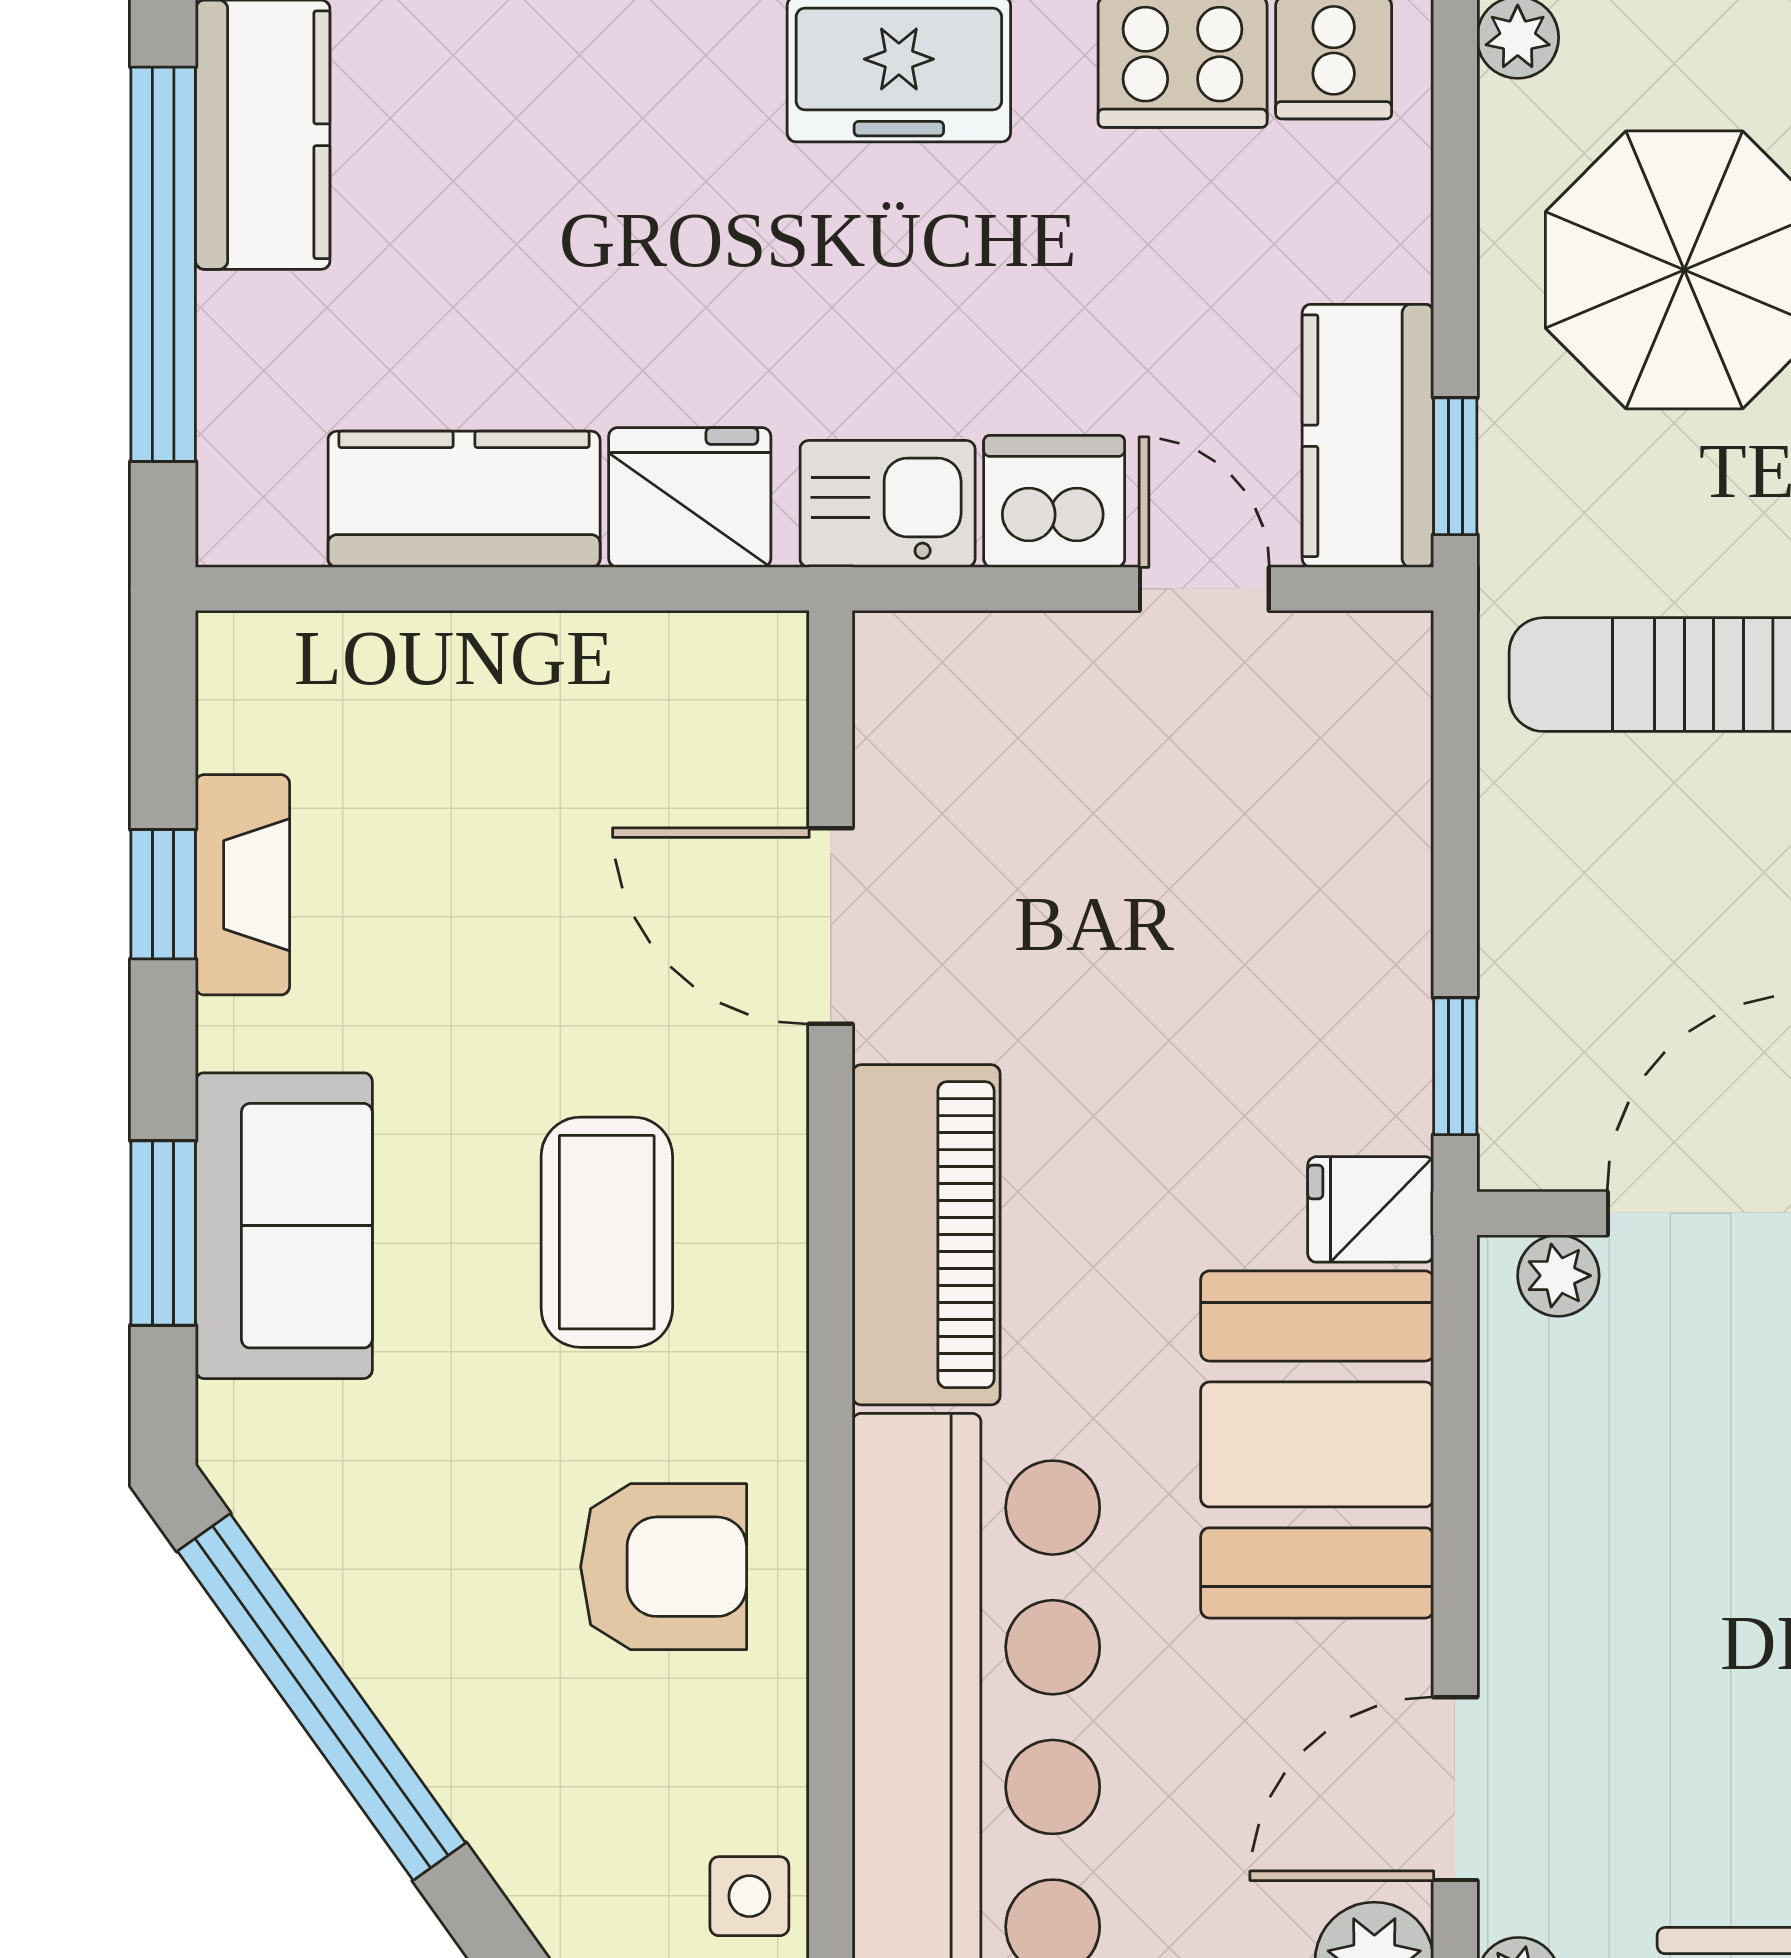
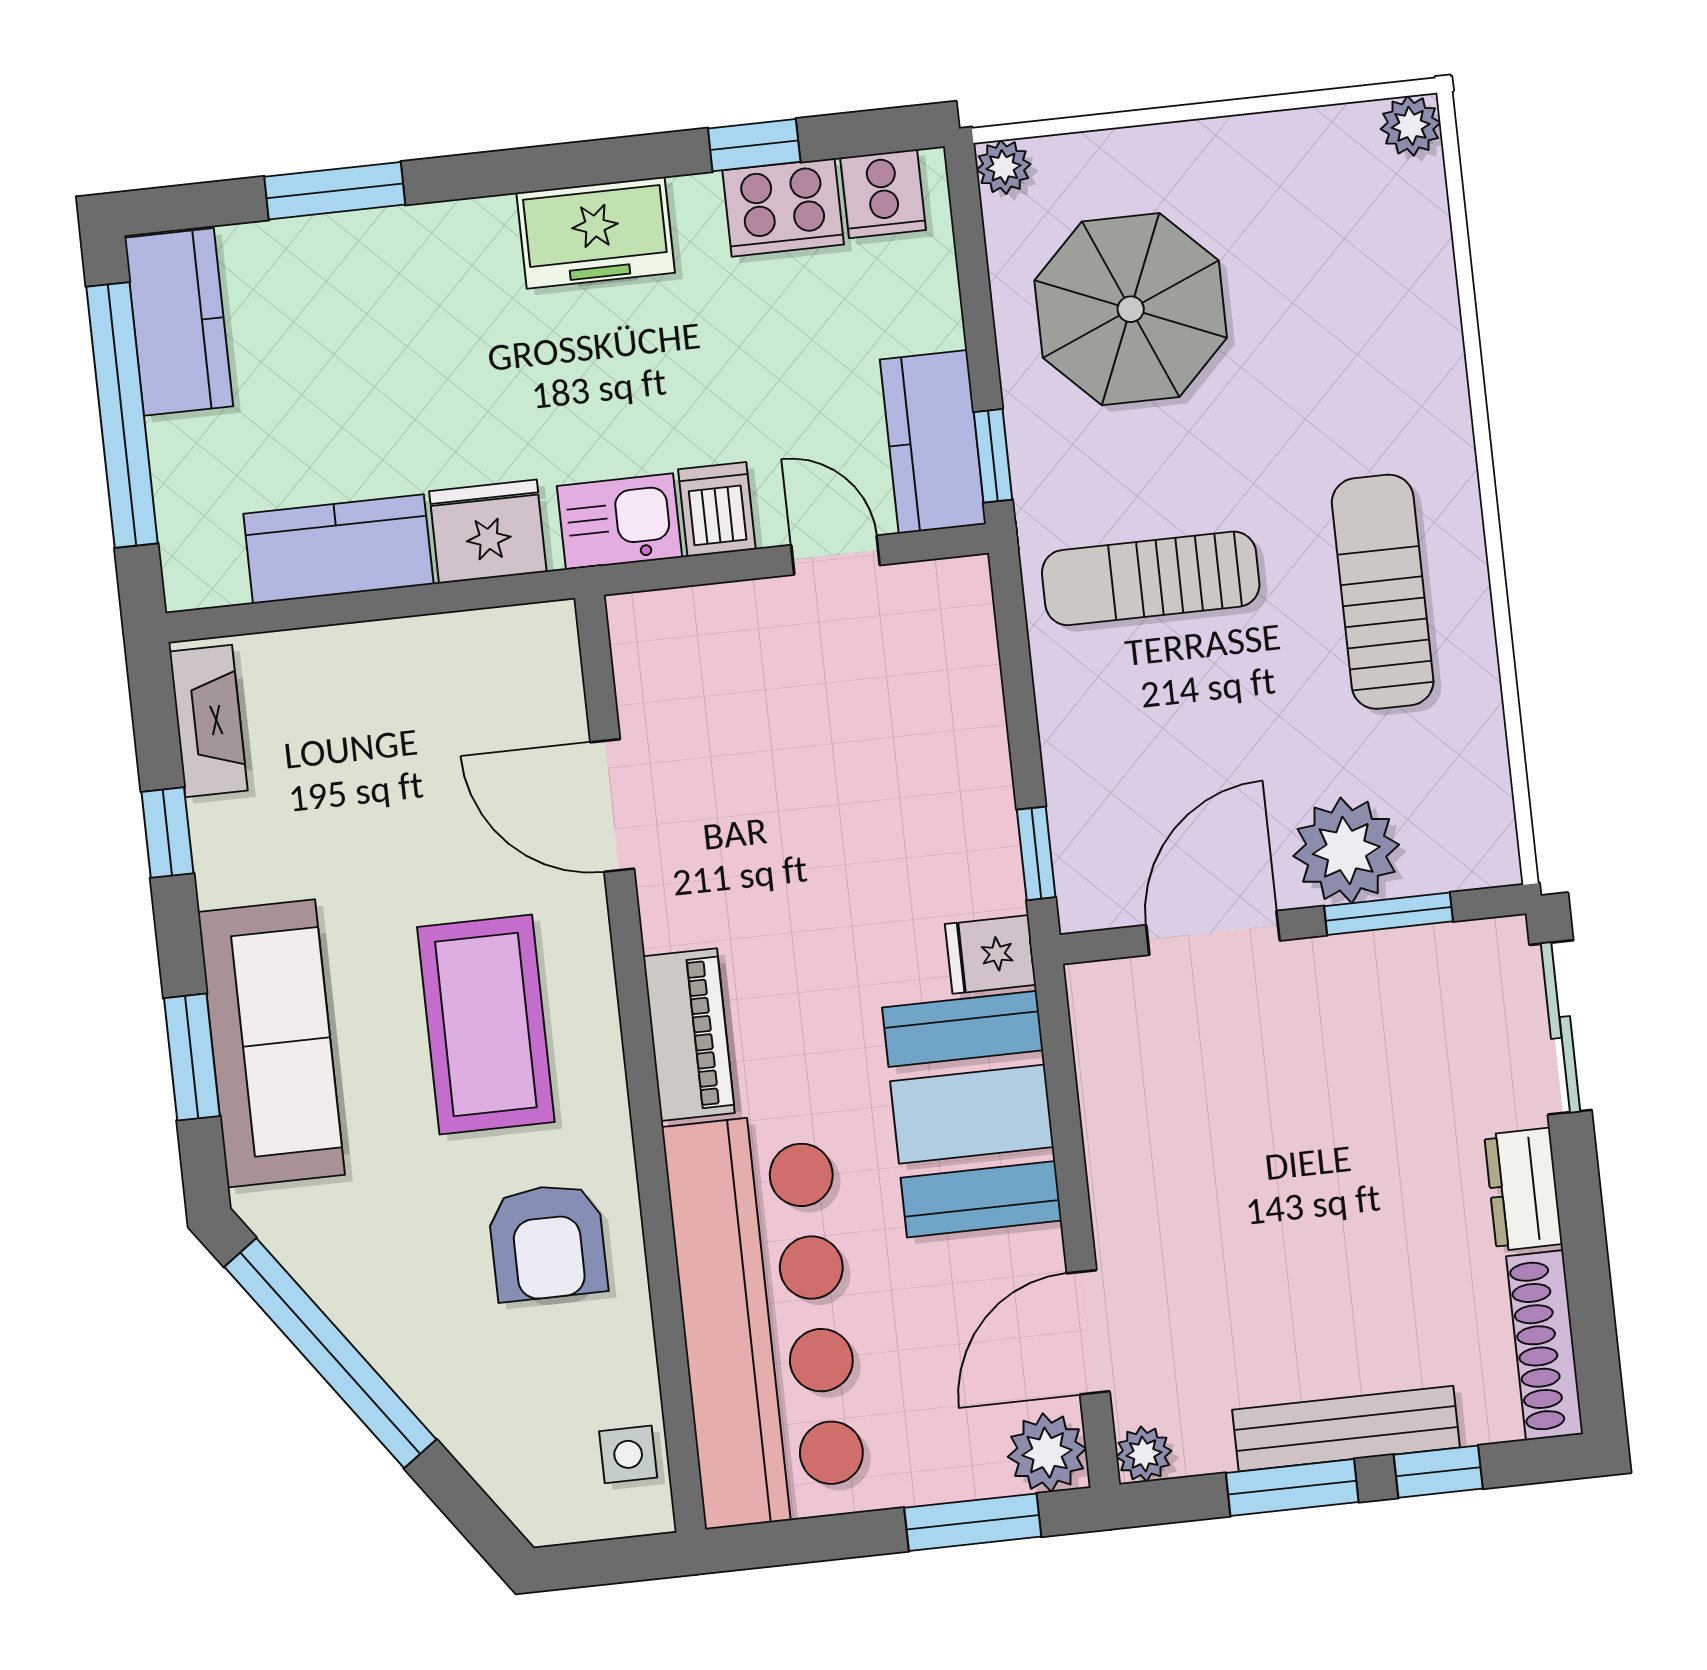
dishwasher: (1054, 501) -> (717, 509), width x0.73
fireplace: (242, 885) -> (209, 721), moved
sofa: (284, 1226) -> (271, 1043), width x1.36
coffee table: (607, 1232) -> (486, 1025), width x1.36, depth x1.32
piano: (926, 1235) -> (689, 1035), width x0.73, depth x0.75
plant: (1558, 1276) -> (1120, 985), removed
armchair: (664, 1567) -> (548, 1242), turned 90

